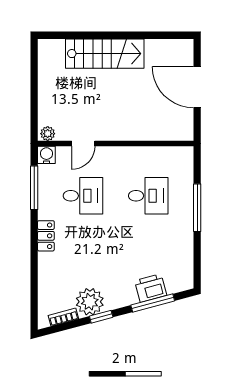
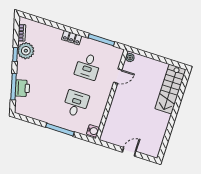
stairs: (105, 54) -> (170, 89), moved
door: (197, 87) -> (129, 152), width x0.53
door: (83, 144) -> (118, 76), swing flipped
water cooler: (46, 155) -> (93, 131), moved
desk: (148, 196) -> (76, 104), turned 180

